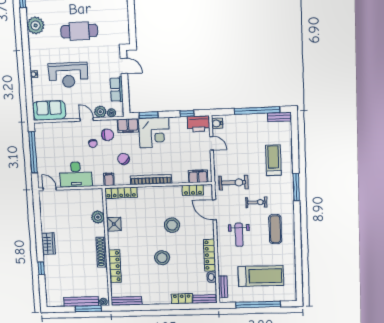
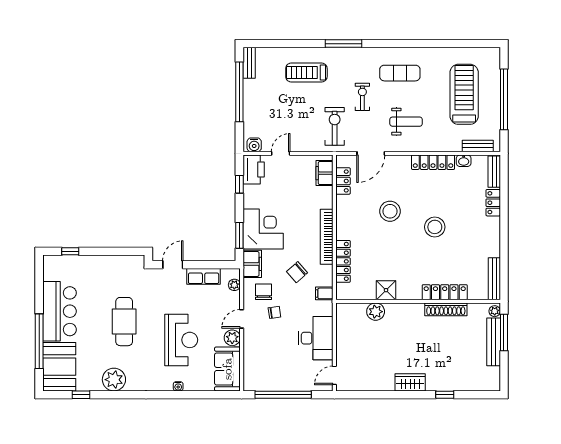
plant: (100, 112) -> (232, 338), moved
locker: (121, 193) -> (343, 261), moved
shoe rack: (102, 252) -> (446, 309), moved

